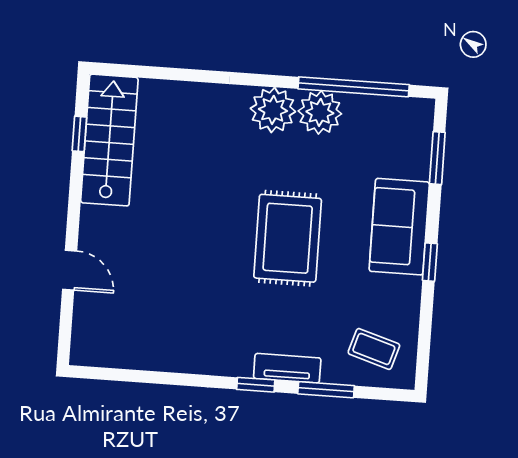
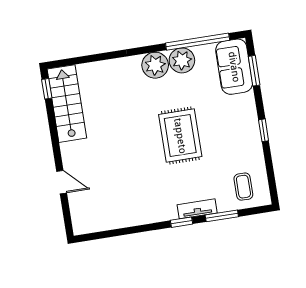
window: (79, 134) -> (47, 89), moved
sofa: (399, 227) -> (234, 67), moved
coffee table: (374, 349) -> (243, 187), turned 73

